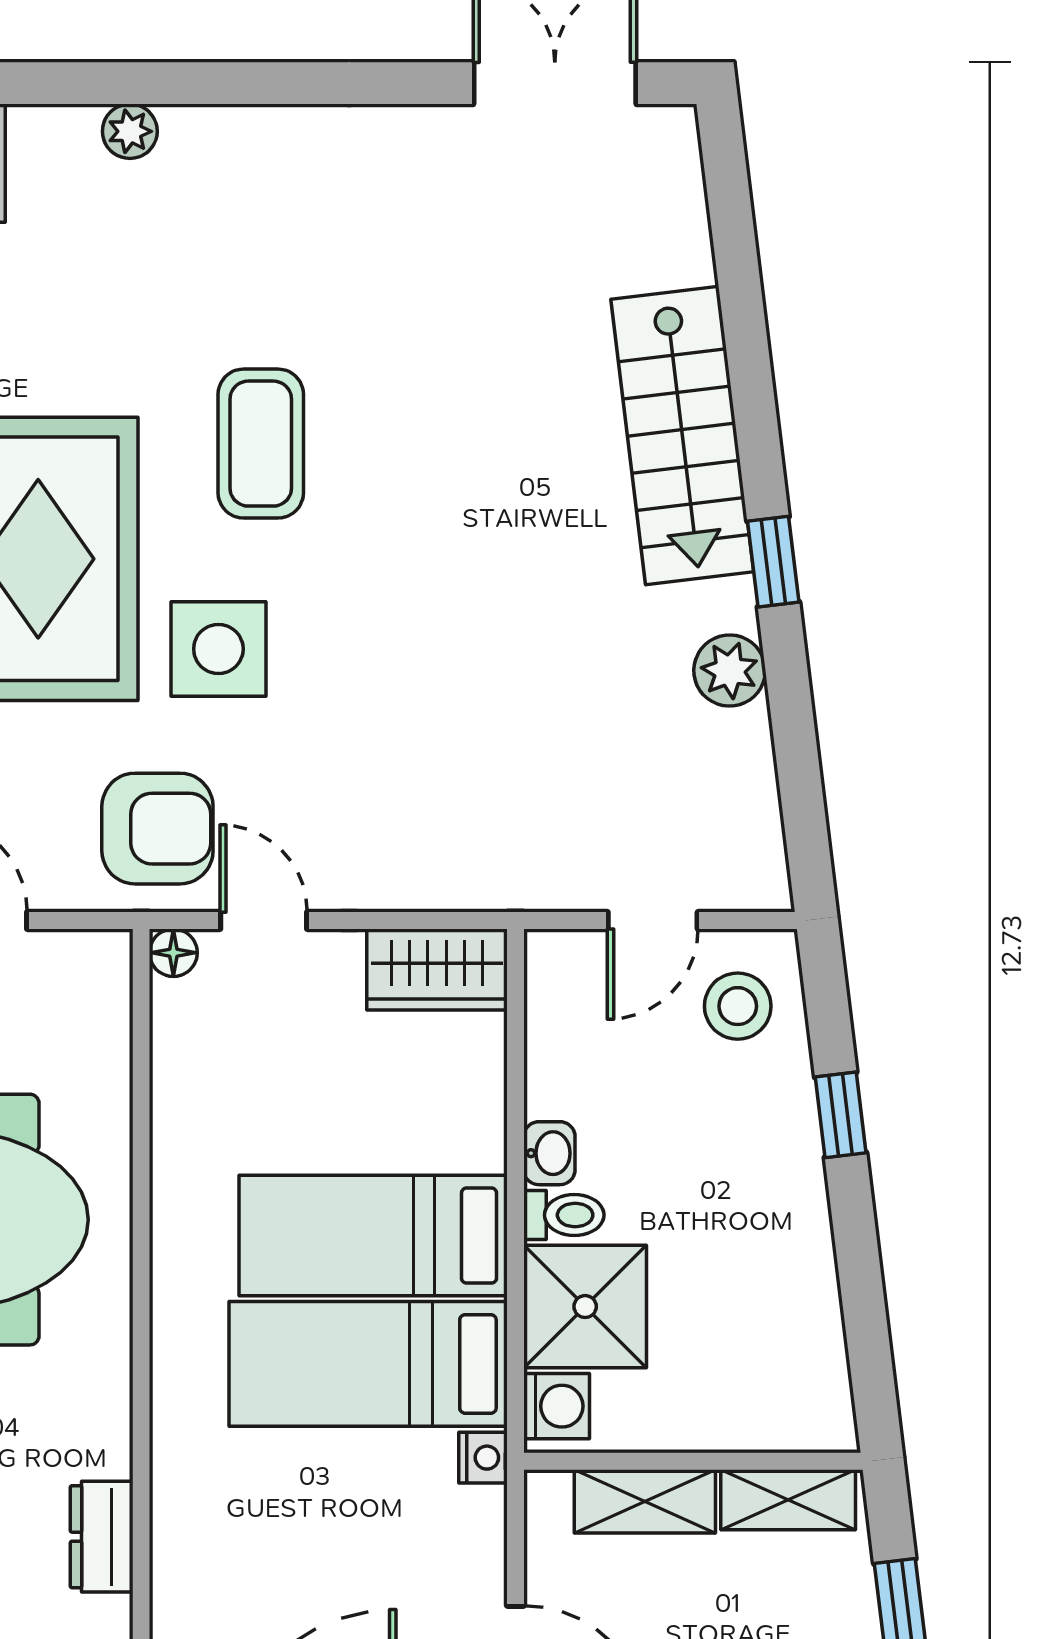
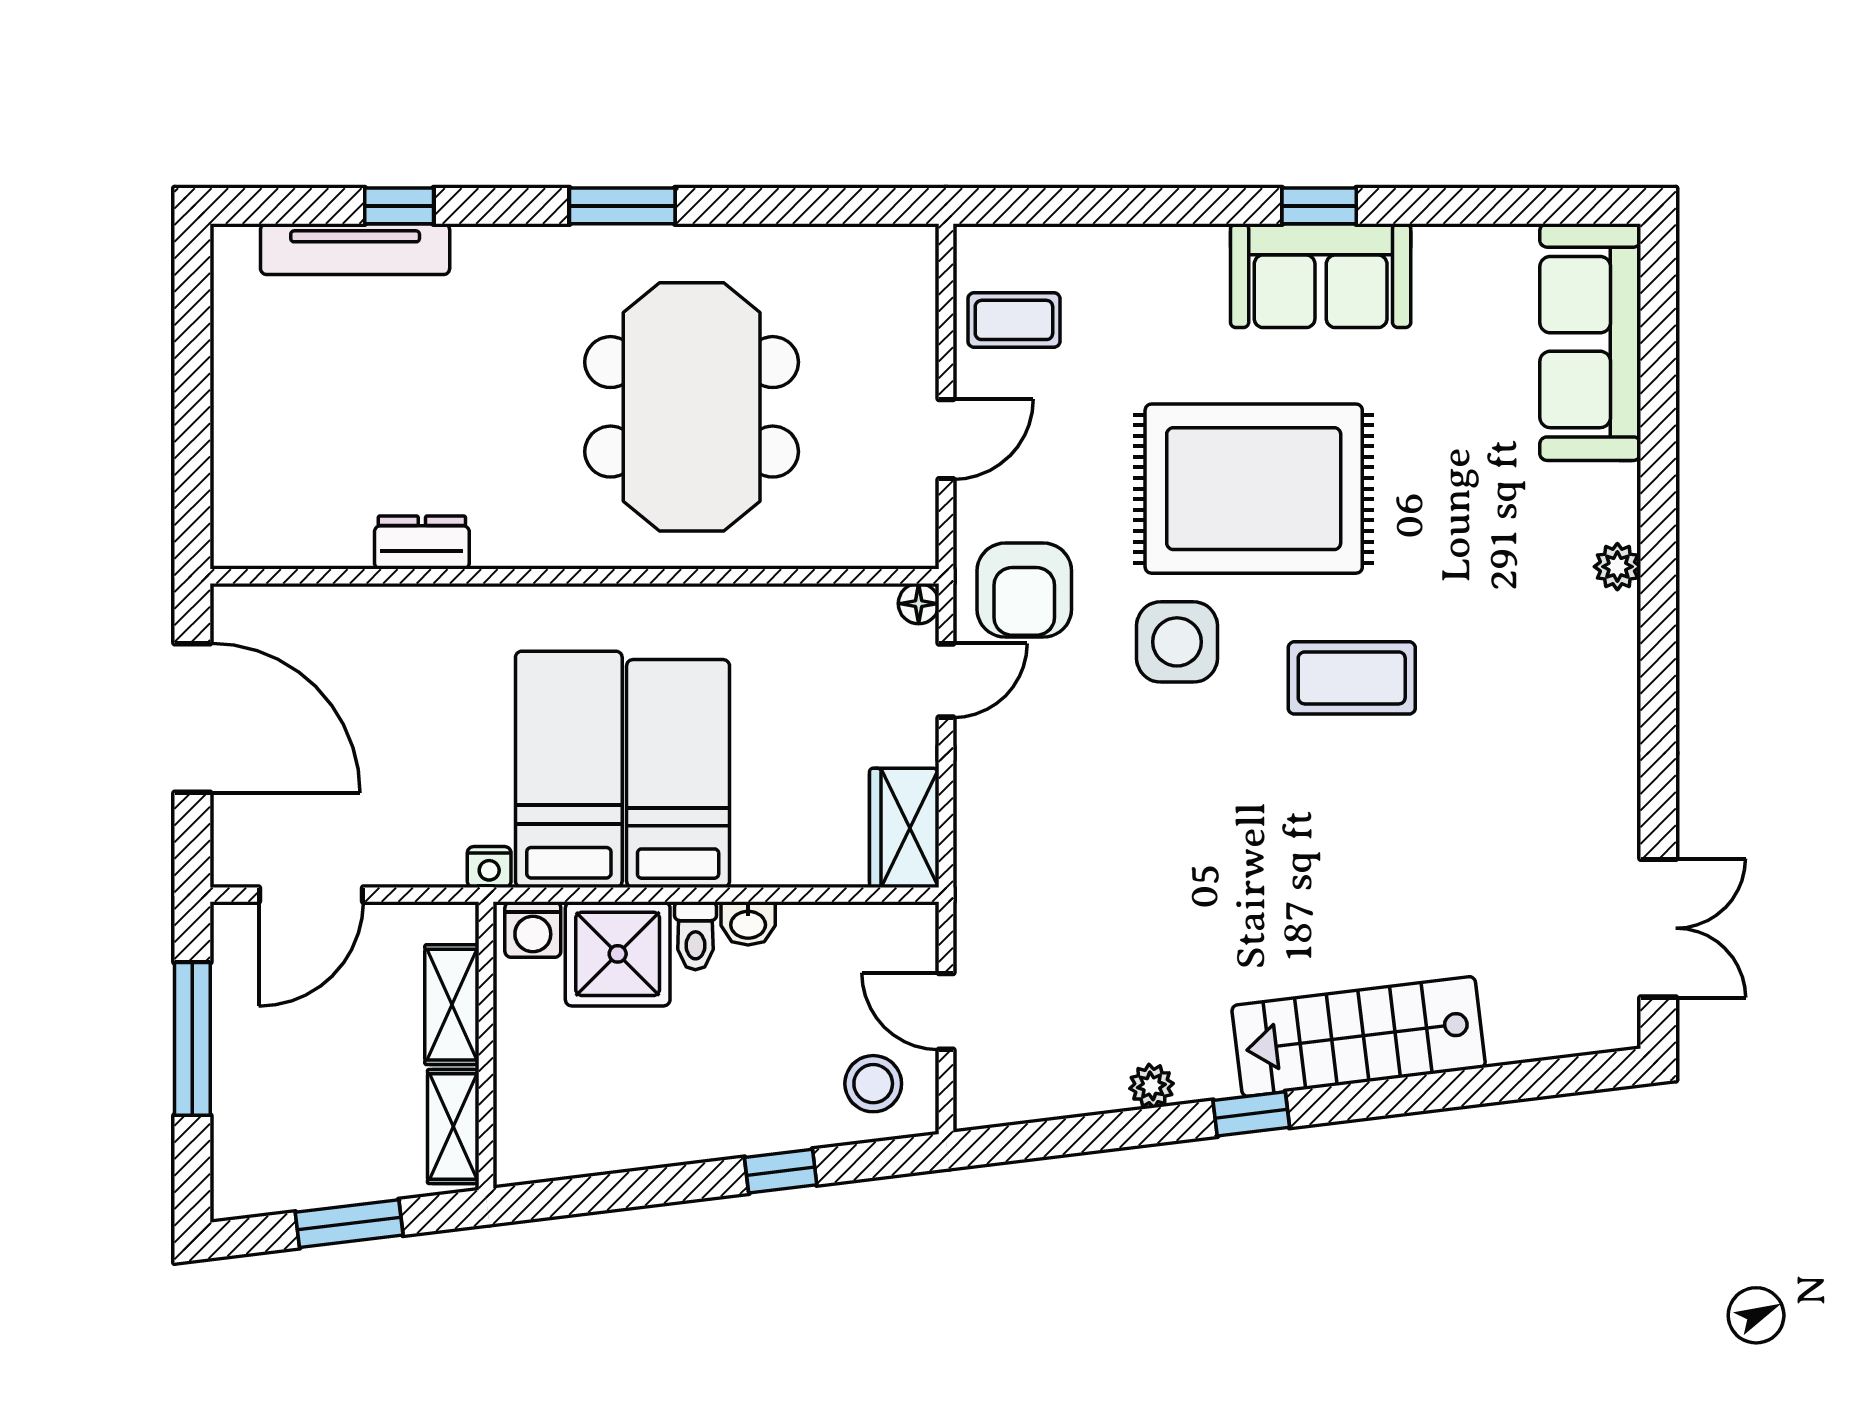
plant: (730, 671) -> (1151, 1086), width x0.73, depth x0.73

